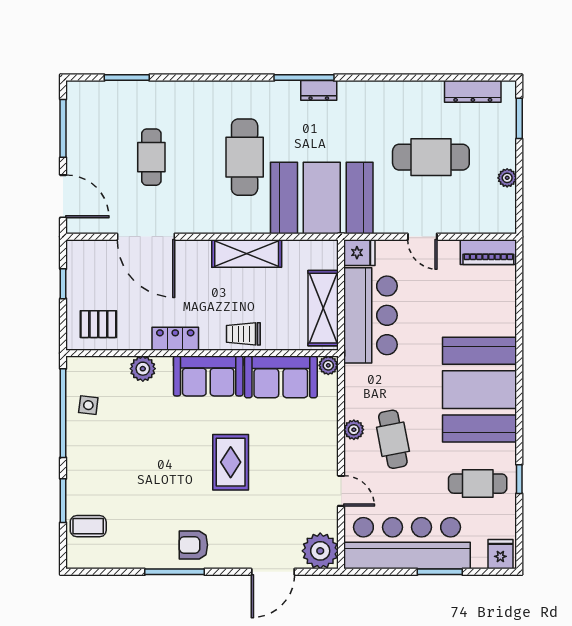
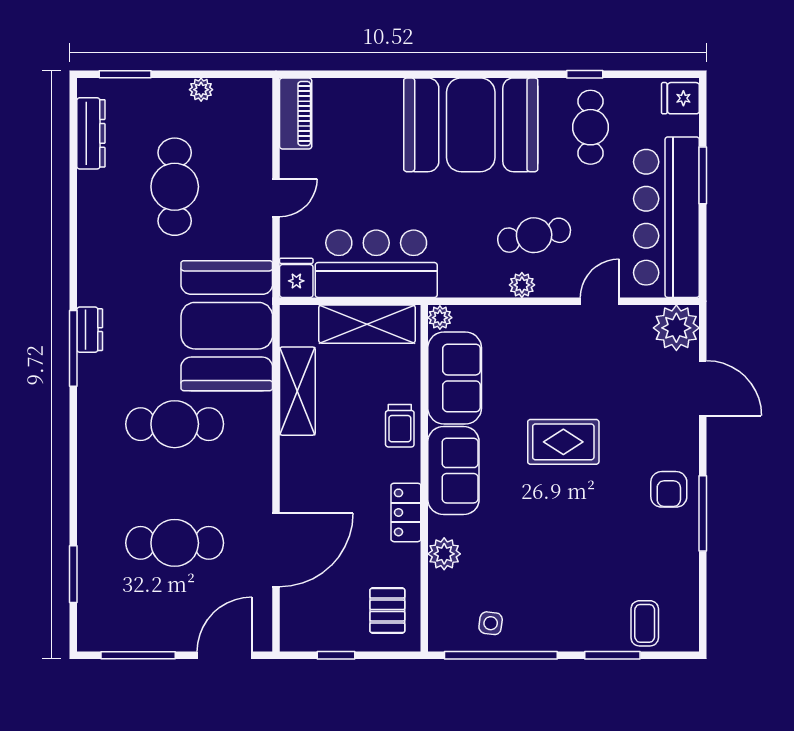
cafe table: (151, 157) -> (175, 543), width x1.37, depth x1.35
shelving: (247, 253) -> (297, 391), moved

